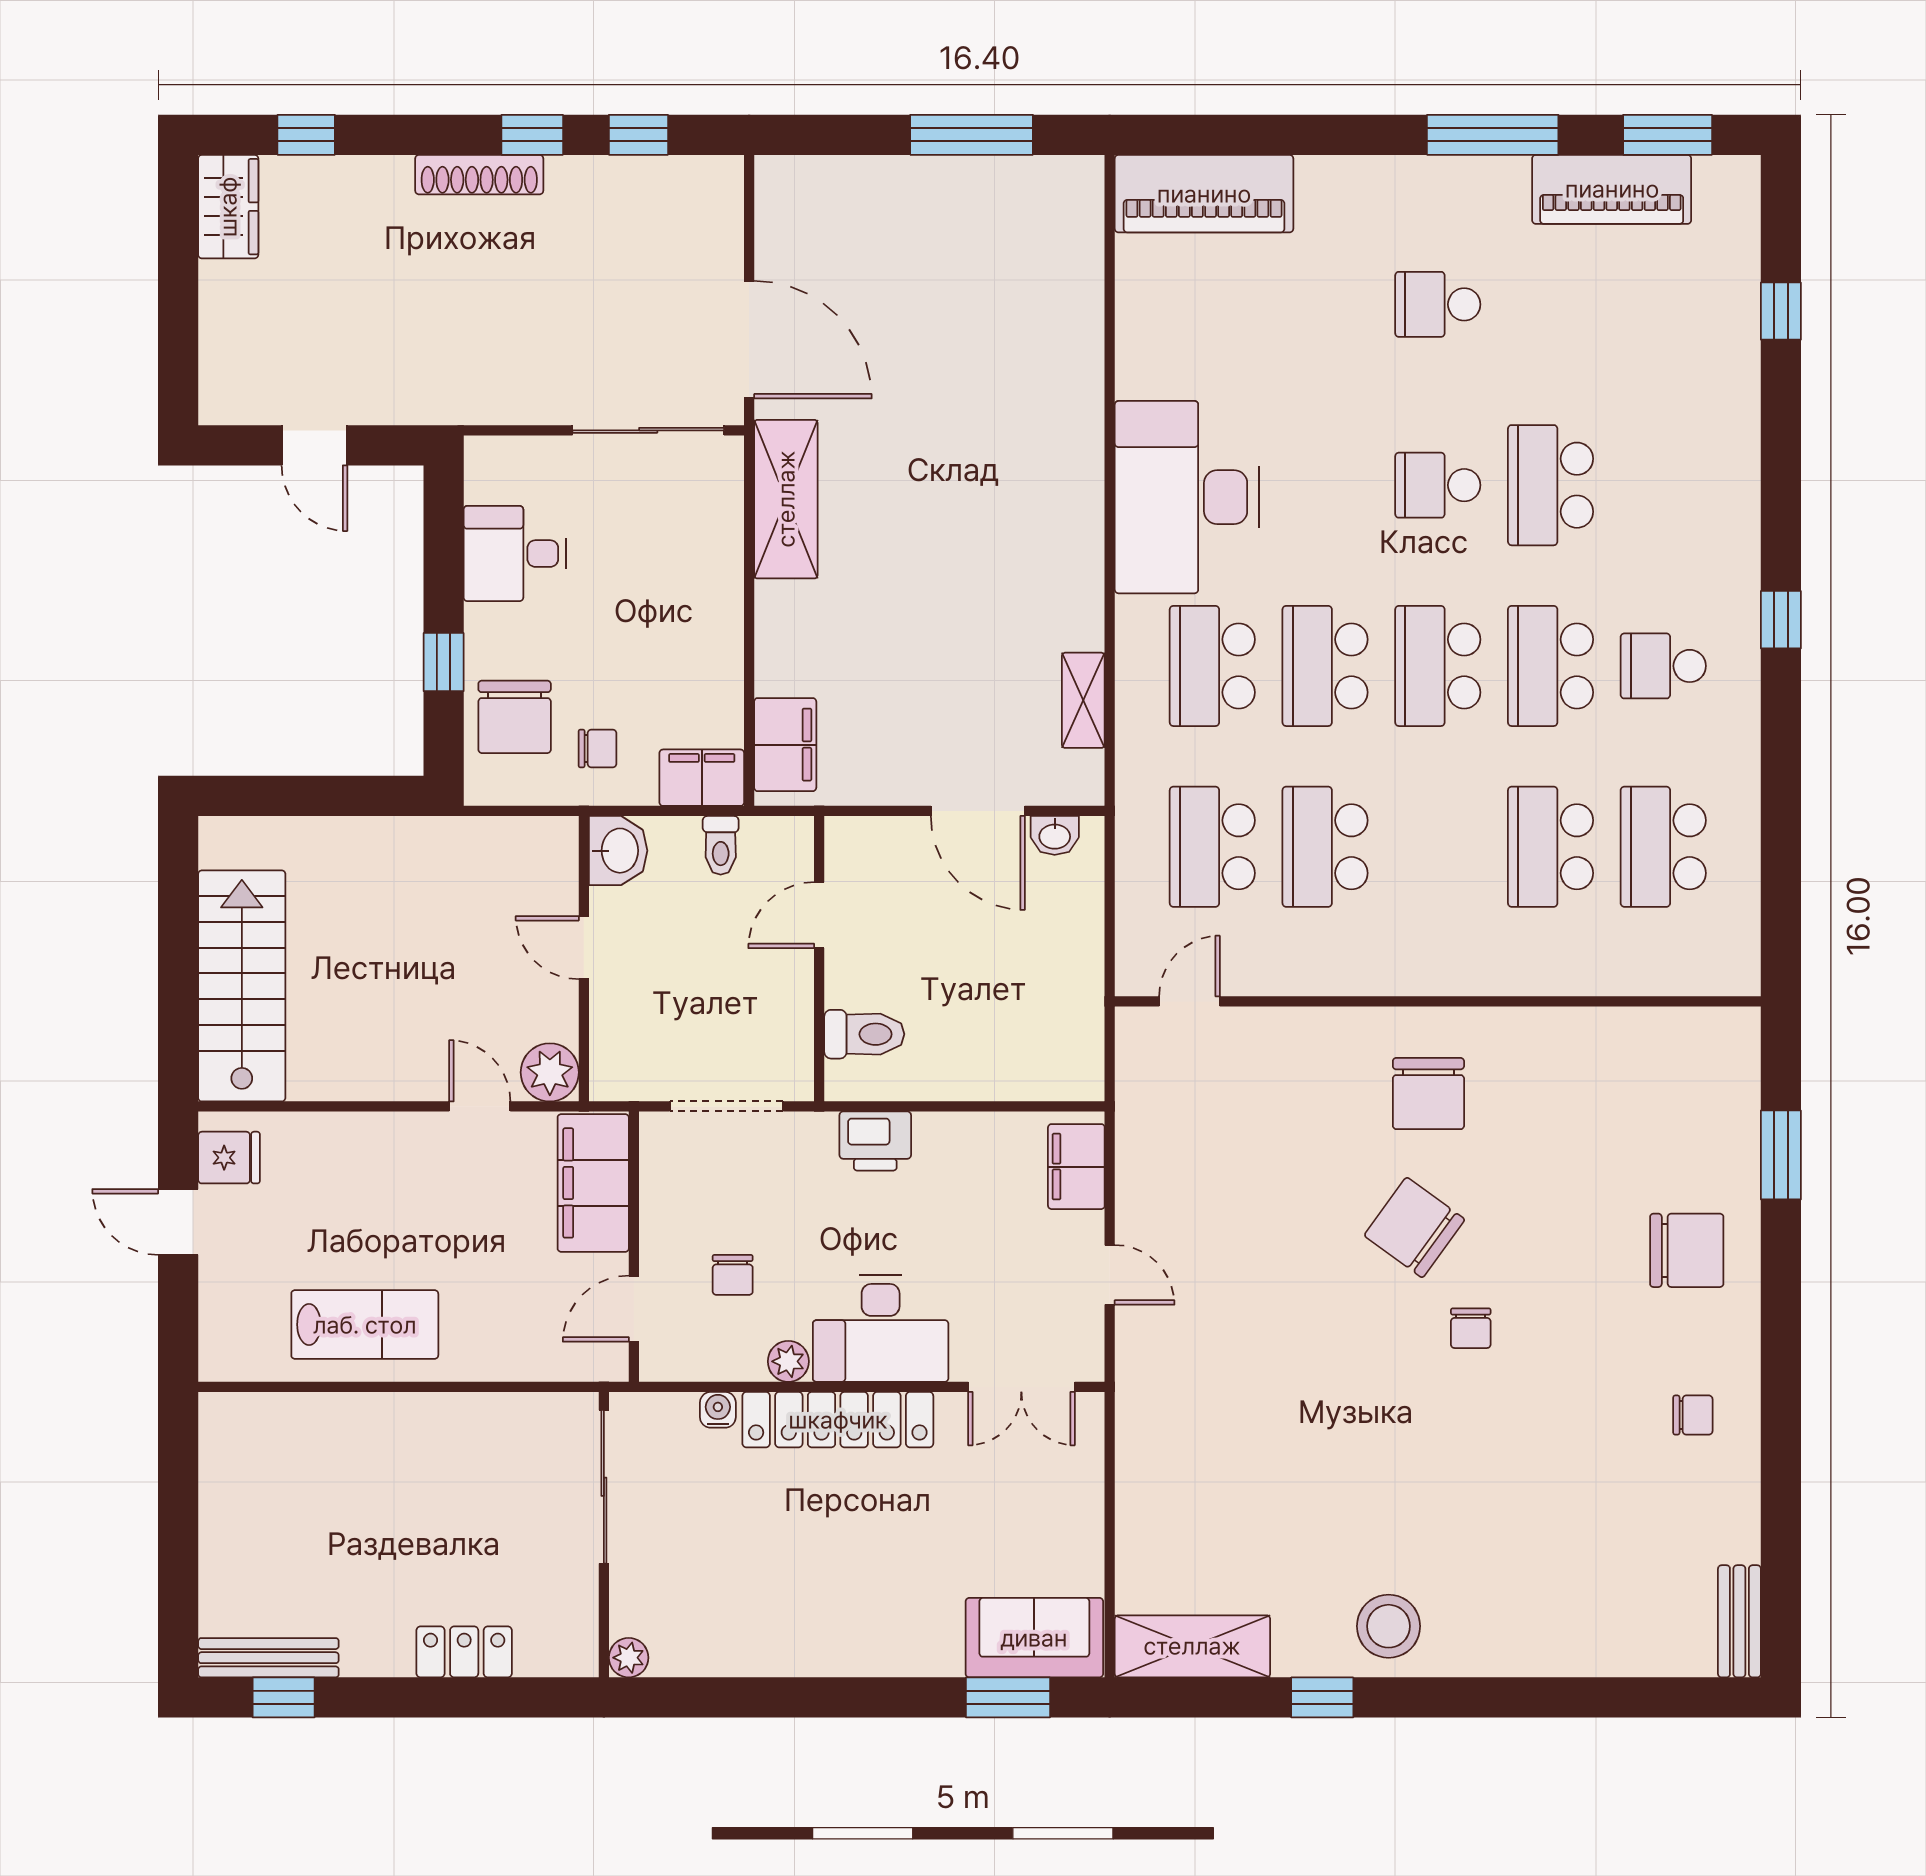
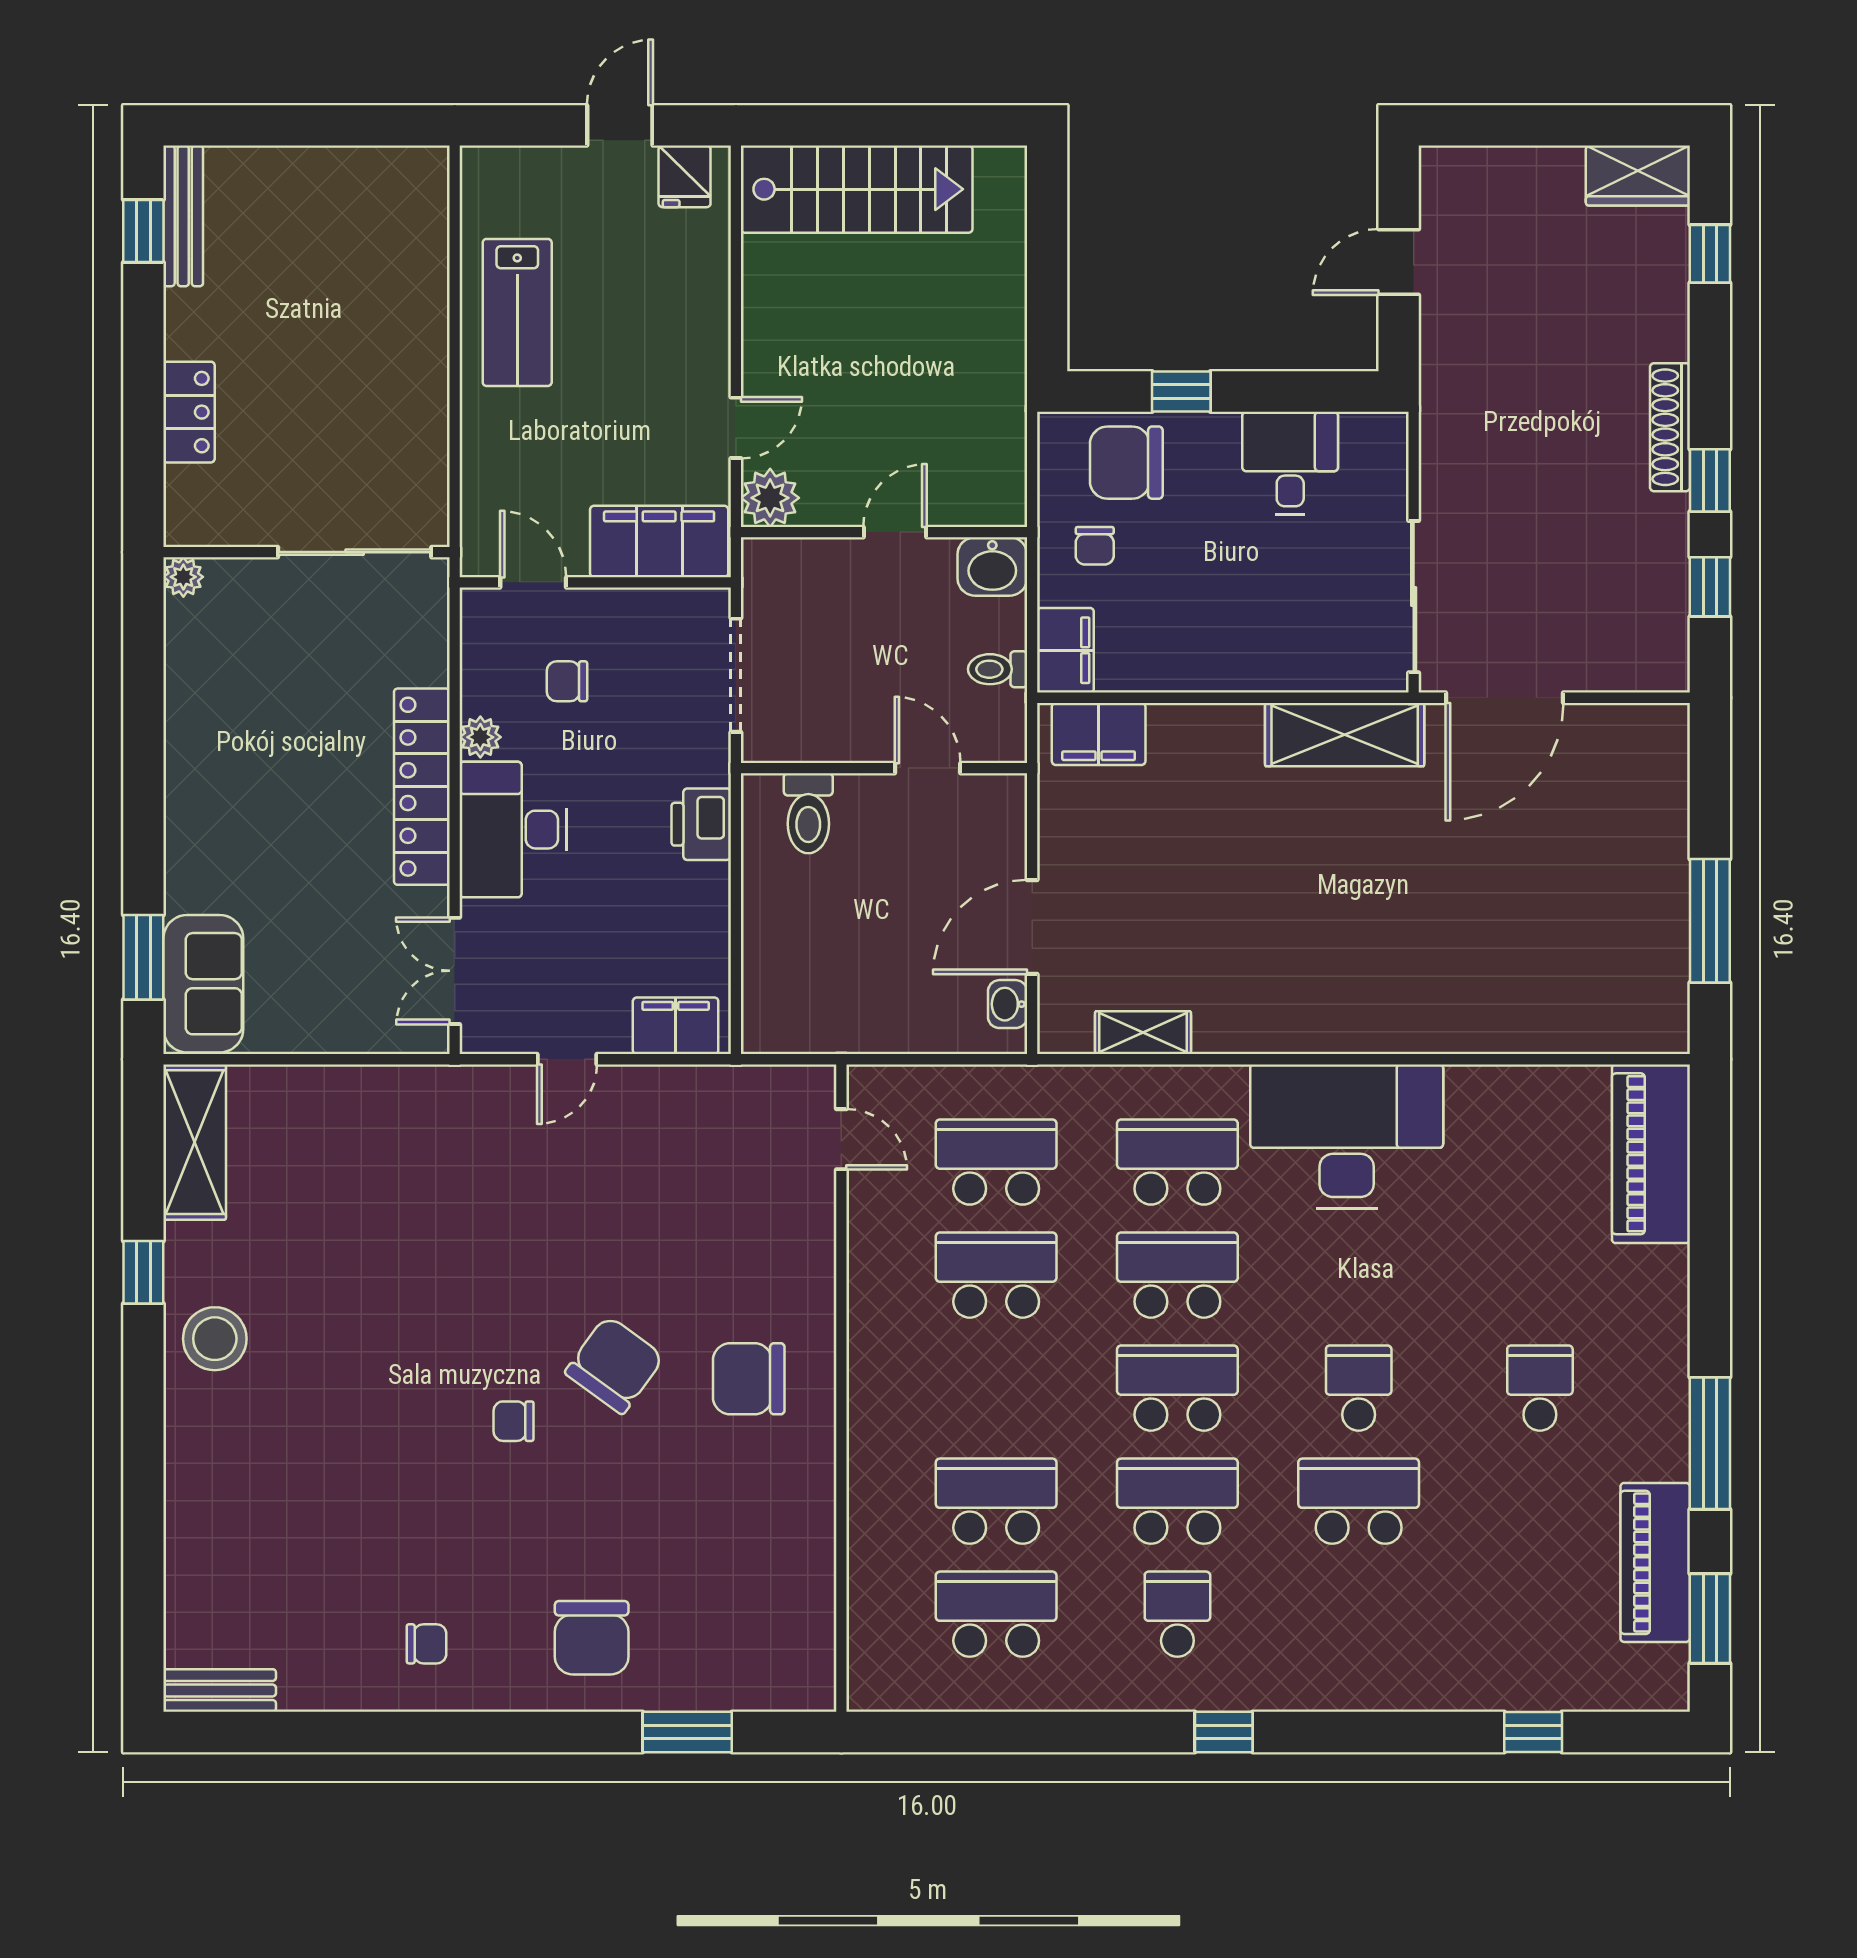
water cooler: (718, 1410) -> (432, 666), removed
chair: (1693, 1415) -> (426, 1644), turned -90

